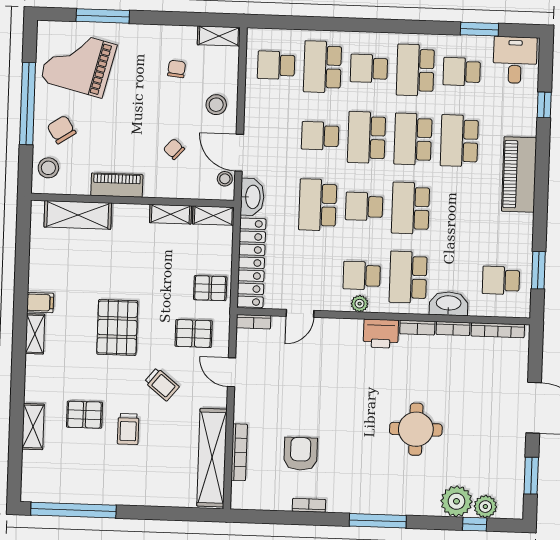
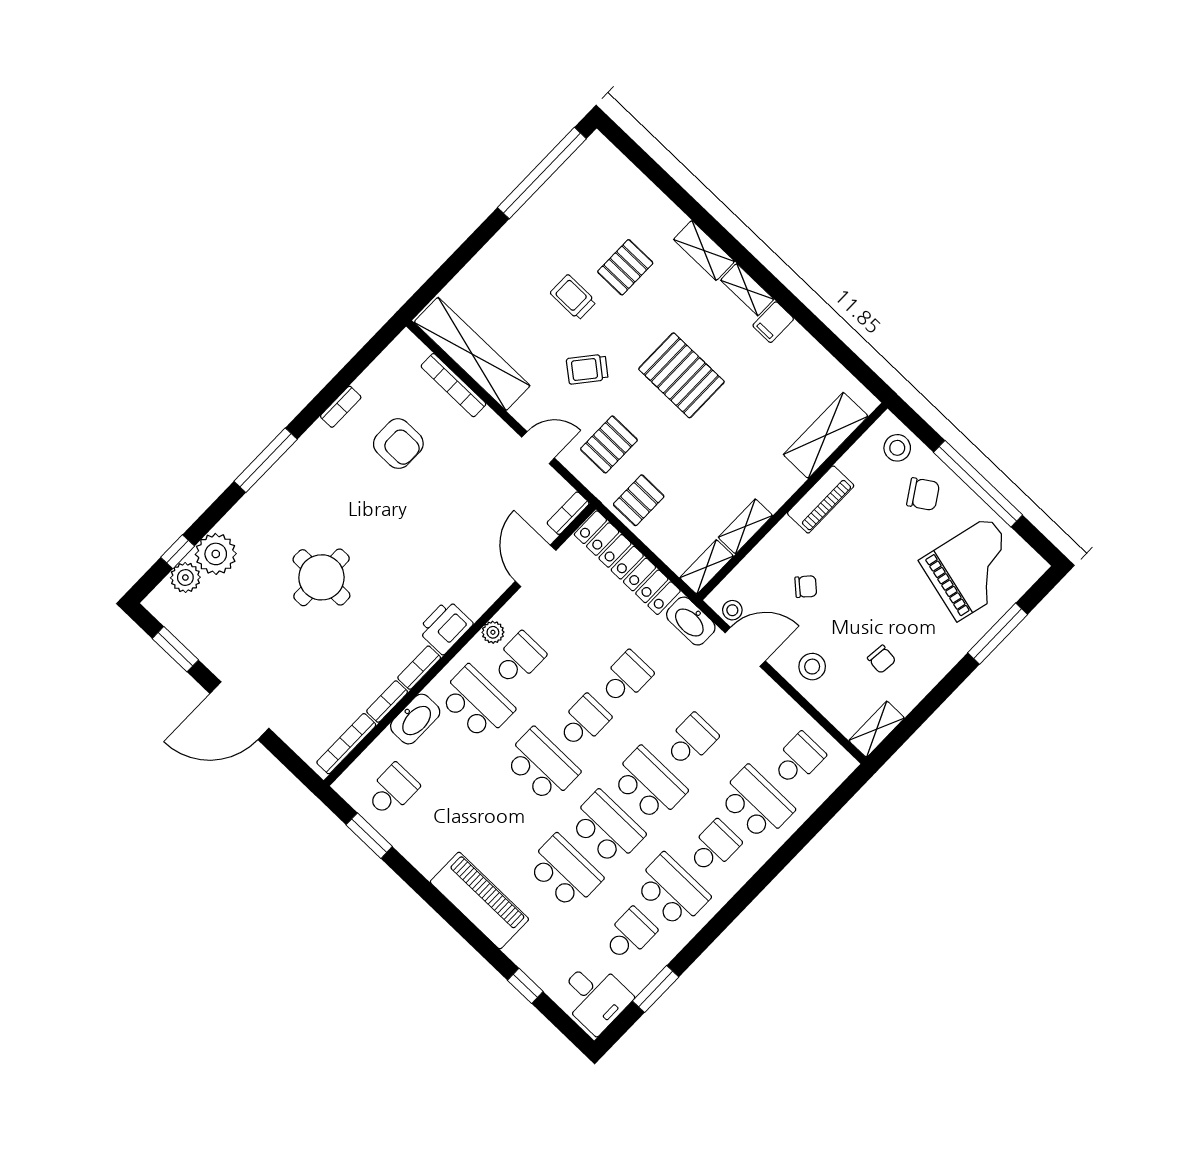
school desk: (318, 205) -> (626, 678), width x0.54
door: (300, 313) -> (536, 566), width x1.38
shelving: (33, 427) -> (704, 250), moved

